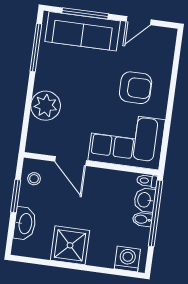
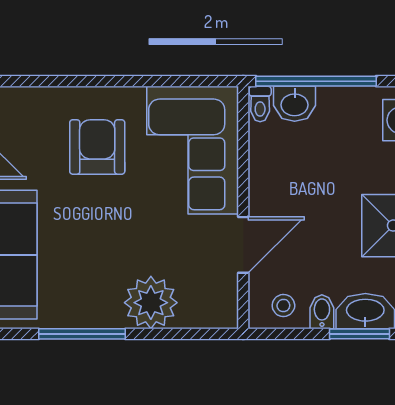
window: (36, 48) -> (82, 334), moved
window: (16, 196) -> (359, 334), moved
bidet: (142, 219) -> (322, 312), moved, turned 180

